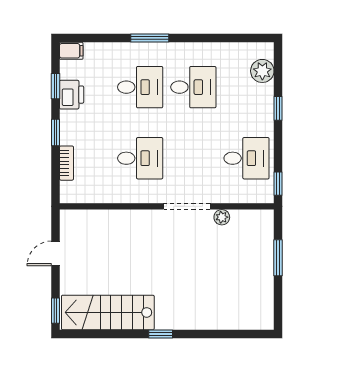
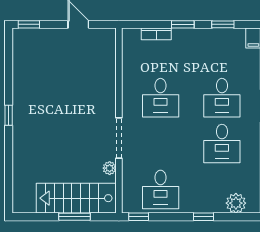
printer: (72, 95) -> (216, 38), removed
stairs: (108, 312) -> (76, 198), moved, turned -90

